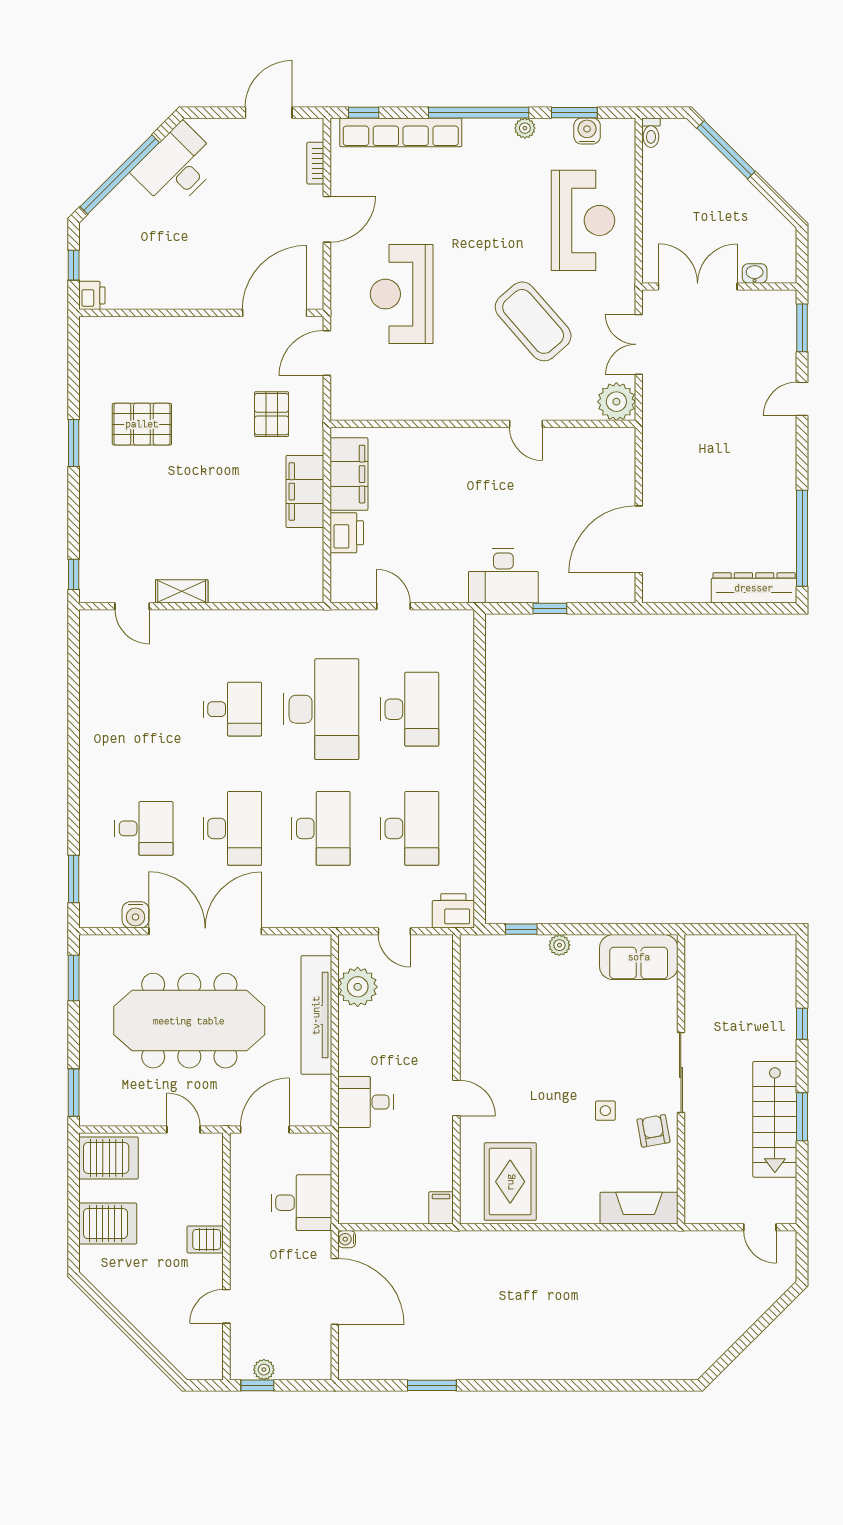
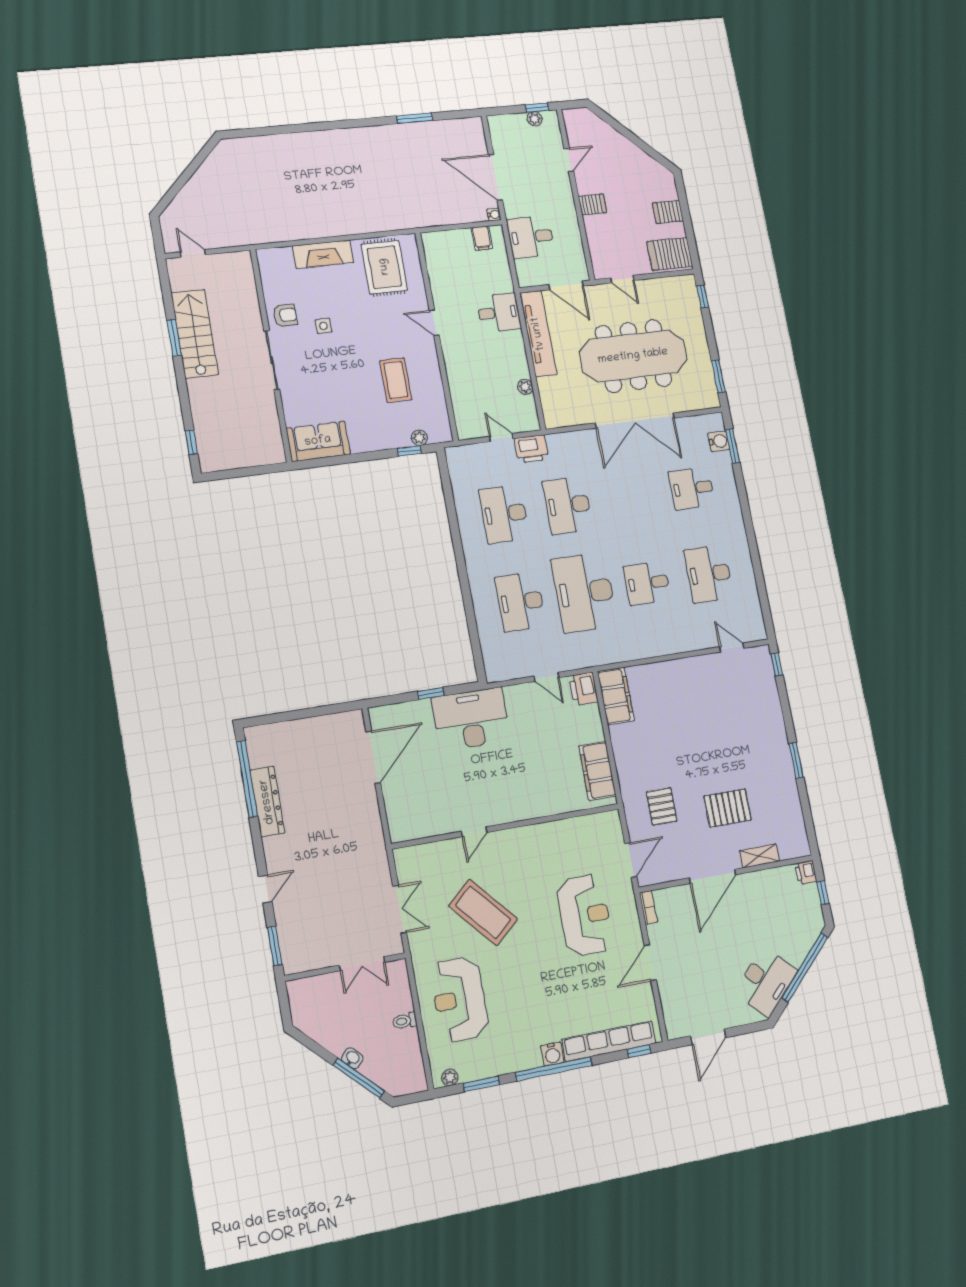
plant: (525, 128) -> (450, 1077), moved
water cooler: (587, 131) -> (552, 1054), moved
toilet: (651, 133) -> (405, 1021), moved, turned -90
bookcase: (315, 163) -> (648, 907), moved
washbasin: (755, 273) -> (352, 1058), moved, turned -135
double door: (698, 286) -> (362, 964), width x0.73
door: (275, 313) -> (713, 876), moved
plant: (616, 402) -> (409, 861), removed
pallet: (142, 424) -> (728, 808), moved
door: (526, 424) -> (474, 832), swing flipped
filing cabinet: (305, 492) -> (616, 696), moved
printer: (347, 533) -> (584, 689), moved
desk: (503, 576) -> (471, 719), width x1.36, depth x1.30
dresser: (754, 588) -> (267, 802), moved, turned -90
shelving: (182, 591) -> (760, 856), moved
desk: (232, 828) -> (709, 574), moved
printer: (453, 911) -> (531, 449), moved
water cooler: (135, 915) -> (719, 441), moved, turned 90
plant: (559, 945) -> (419, 438), moved
plant: (358, 987) -> (525, 387), width x0.53, depth x0.53
tv unit: (316, 1015) -> (538, 334), moved
window: (802, 1024) -> (191, 442), moved
coffee table: (522, 1026) -> (396, 380), added
window: (74, 1093) -> (702, 297), width x0.67
door: (265, 1130) -> (566, 285), hinge flipped
armchair: (653, 1131) -> (285, 315), turned -80
filing cabinet: (441, 1208) -> (482, 238), moved
fireplace: (639, 1208) -> (323, 254), moved
server rack: (108, 1224) -> (668, 212), width x0.73, depth x0.70

